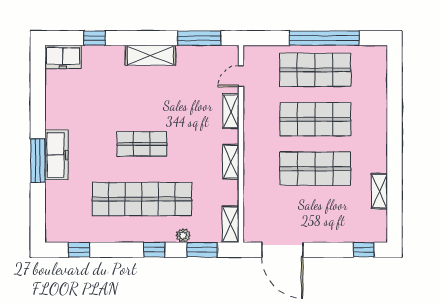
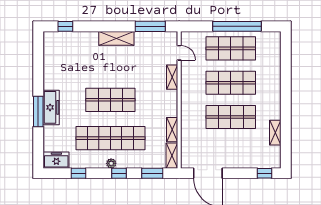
window: (94, 38) -> (65, 26), moved
freezer: (63, 57) -> (56, 160), moved, turned 180
door: (241, 76) -> (179, 53), swing flipped
shop shelf: (142, 144) -> (110, 100), width x1.43, depth x1.36
shelving: (231, 162) -> (172, 130), moved
plant: (183, 236) -> (111, 163), moved
window: (79, 250) -> (79, 173), moved

